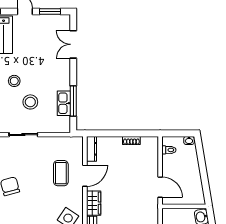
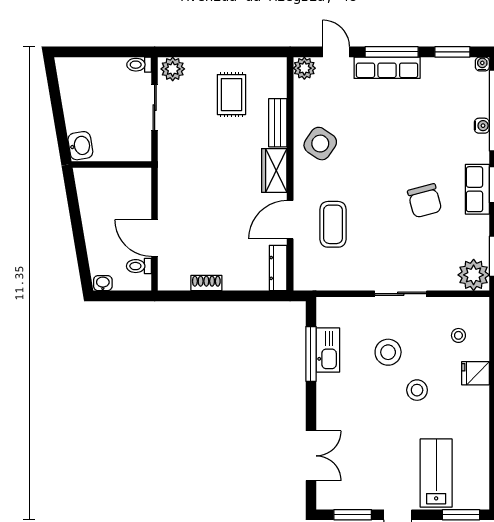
door: (160, 187) -> (155, 238), moved

